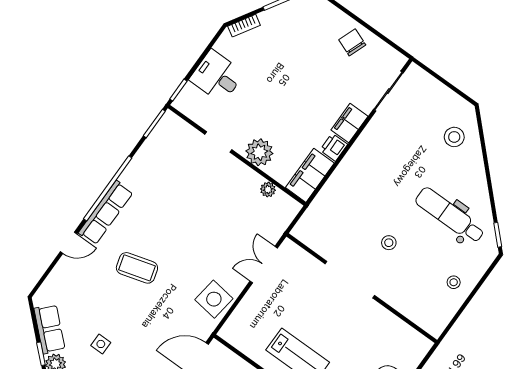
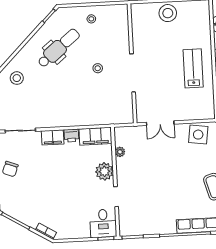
desk: (217, 76) -> (103, 223), moved
dental chair: (450, 215) -> (59, 48), turned -129

